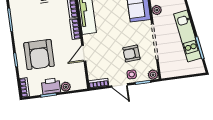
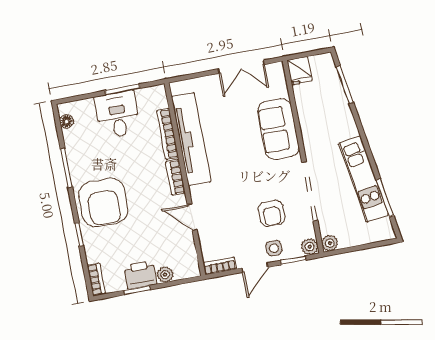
plant: (157, 10) -> (330, 243), moved
door: (84, 53) -> (192, 217), hinge flipped
armchair: (131, 53) -> (272, 213), turned -86
armchair: (39, 54) -> (103, 202), moved
door: (120, 85) -> (255, 268), hinge flipped

